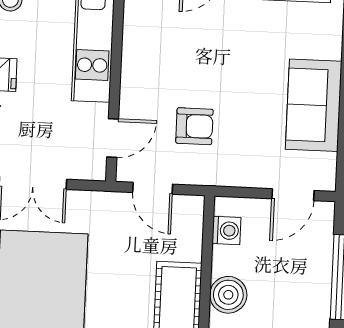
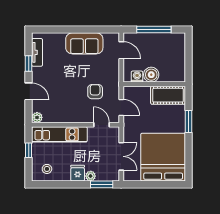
door: (153, 188) -> (121, 107), hinge flipped
boiler: (228, 295) -> (151, 75), moved

